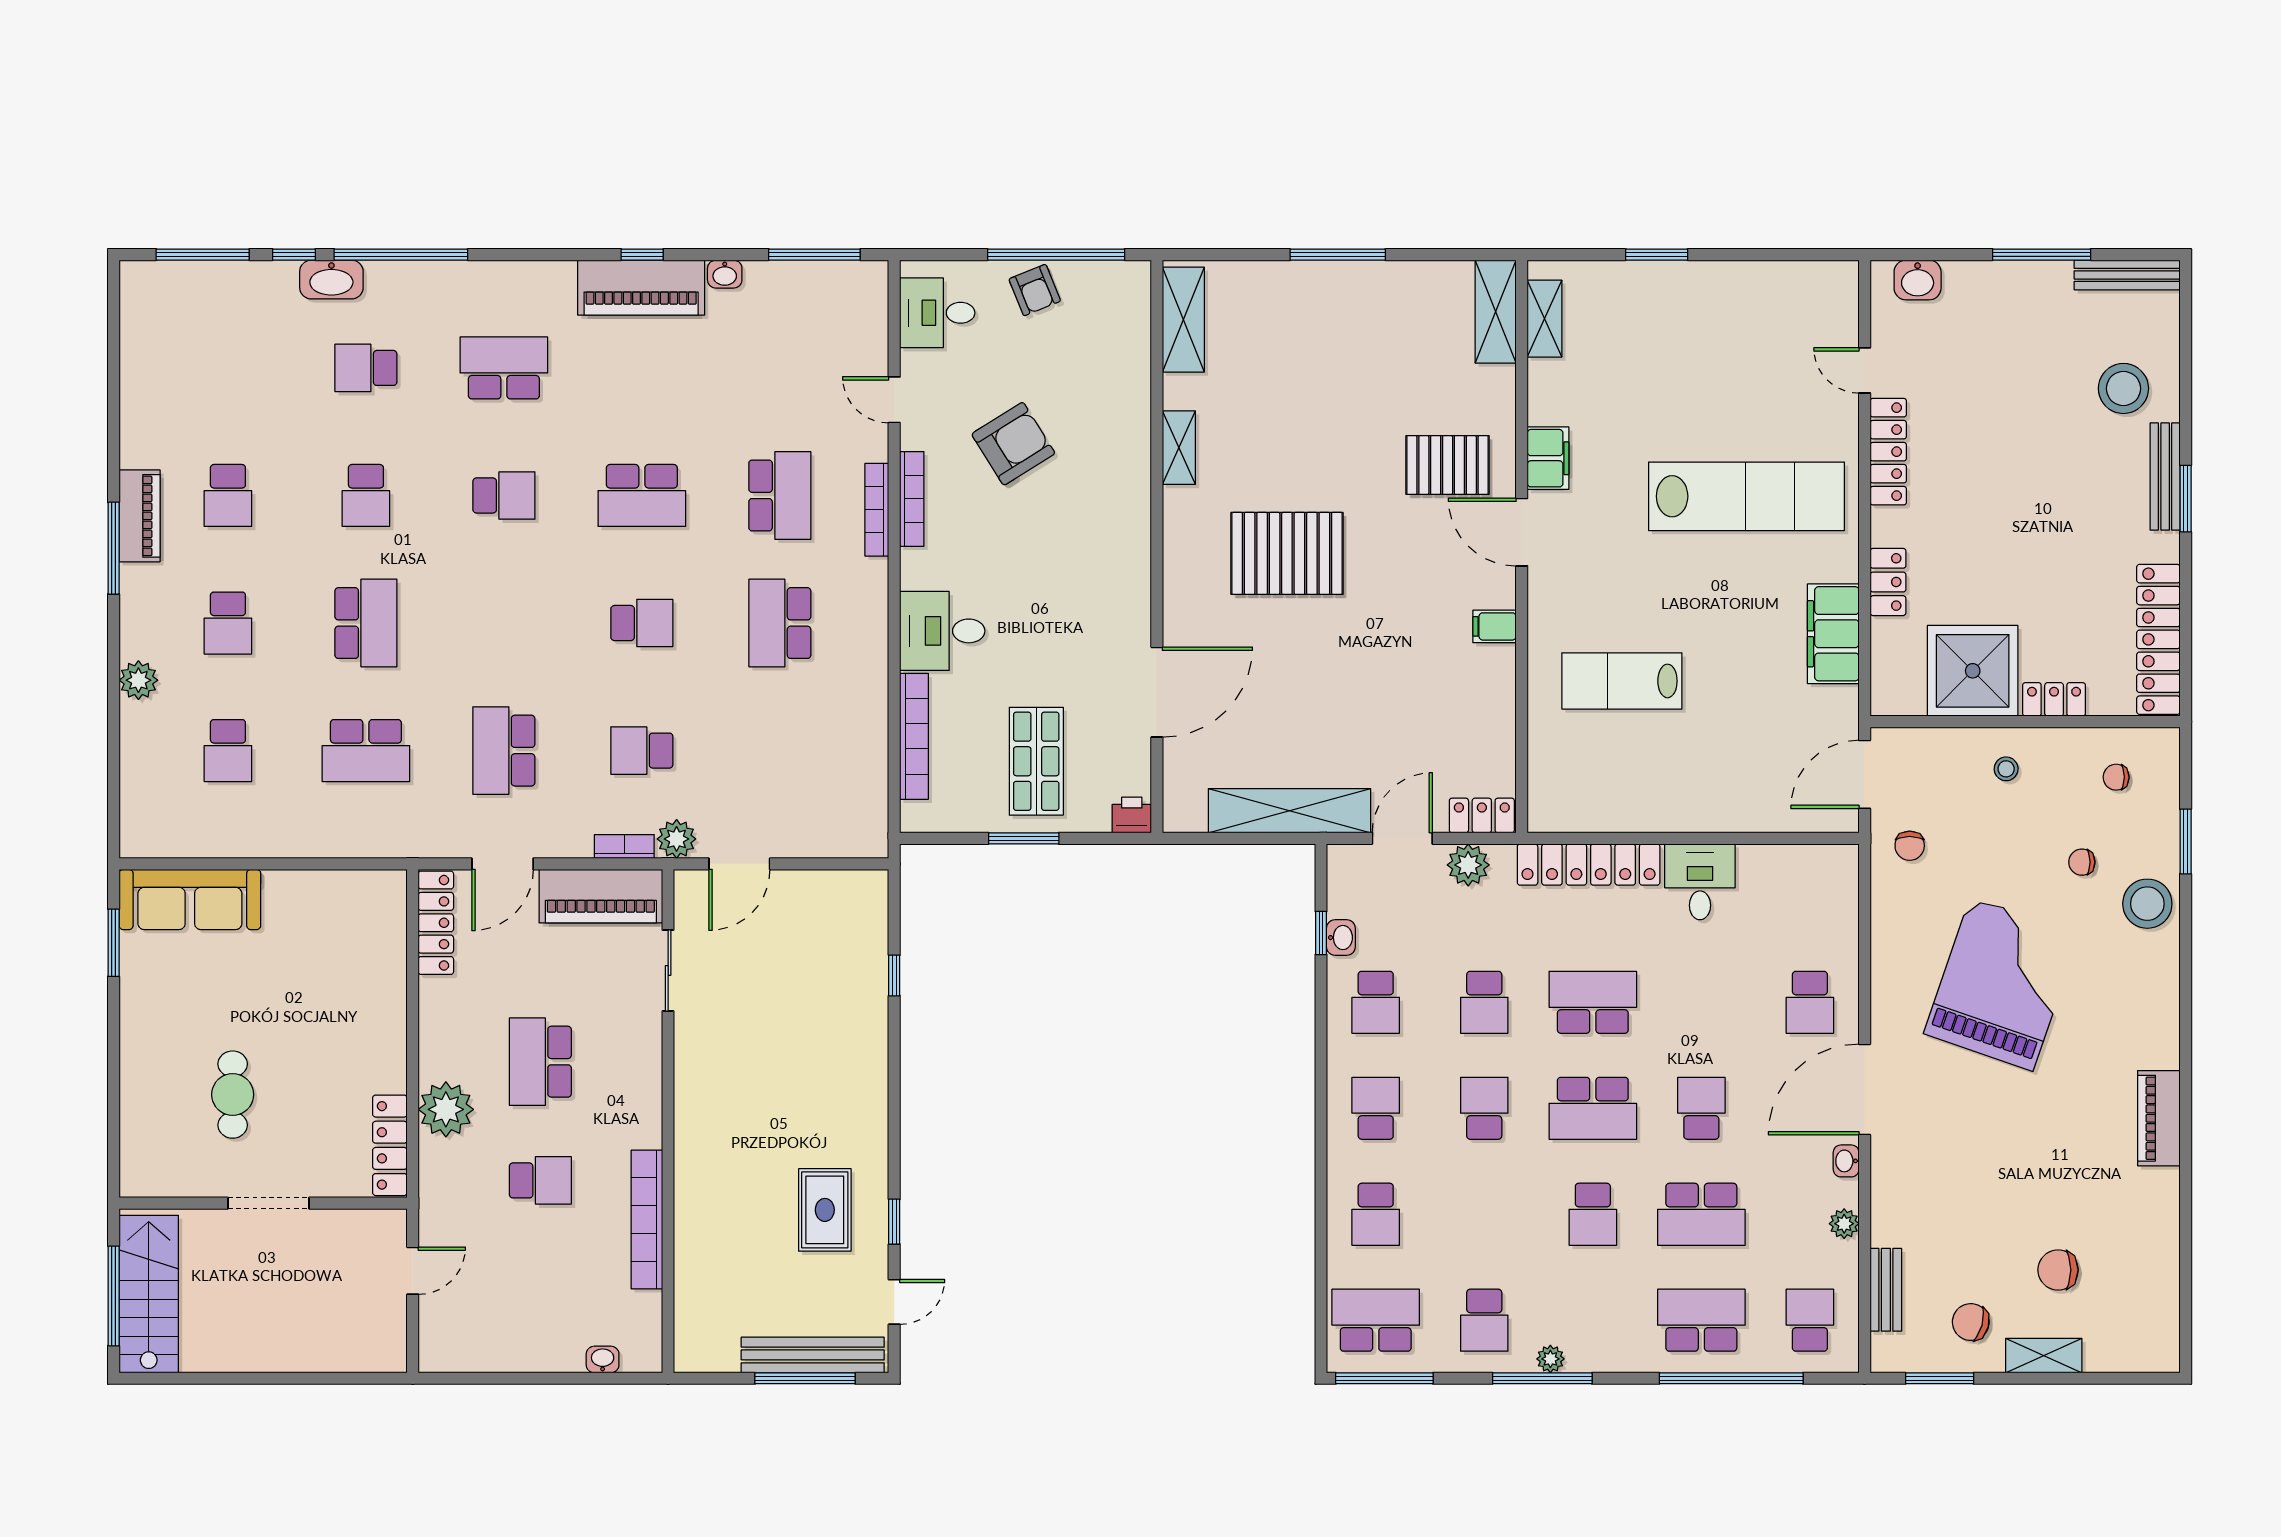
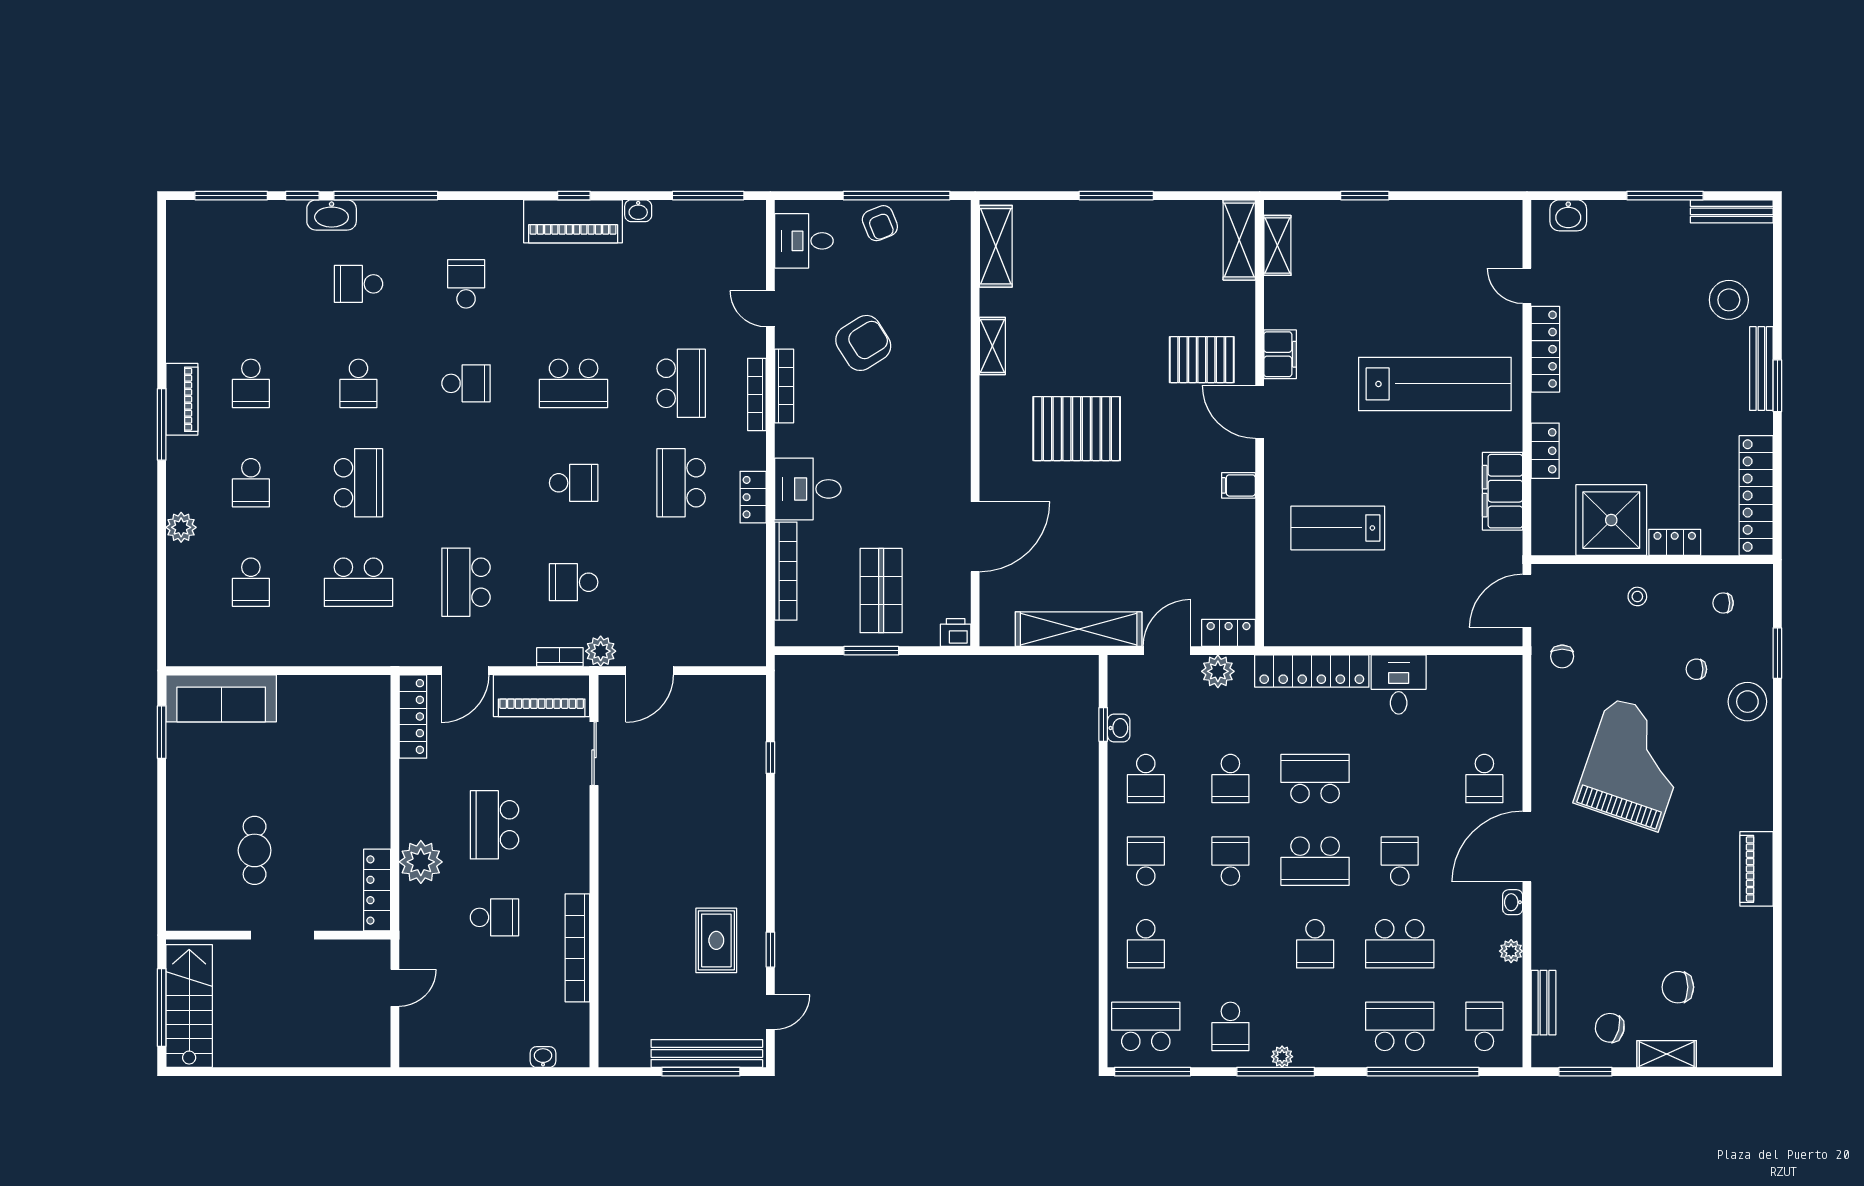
school desk: (504, 368) -> (466, 284), width x0.54
locker: (872, 641) -> (753, 497), added

